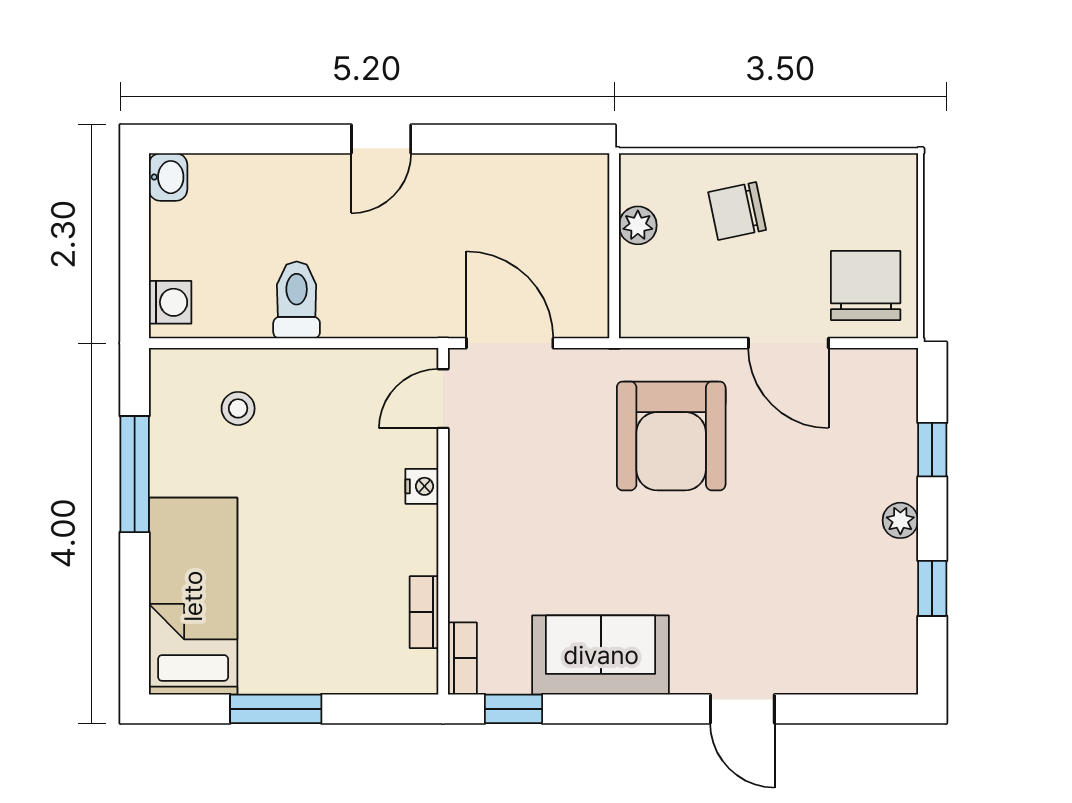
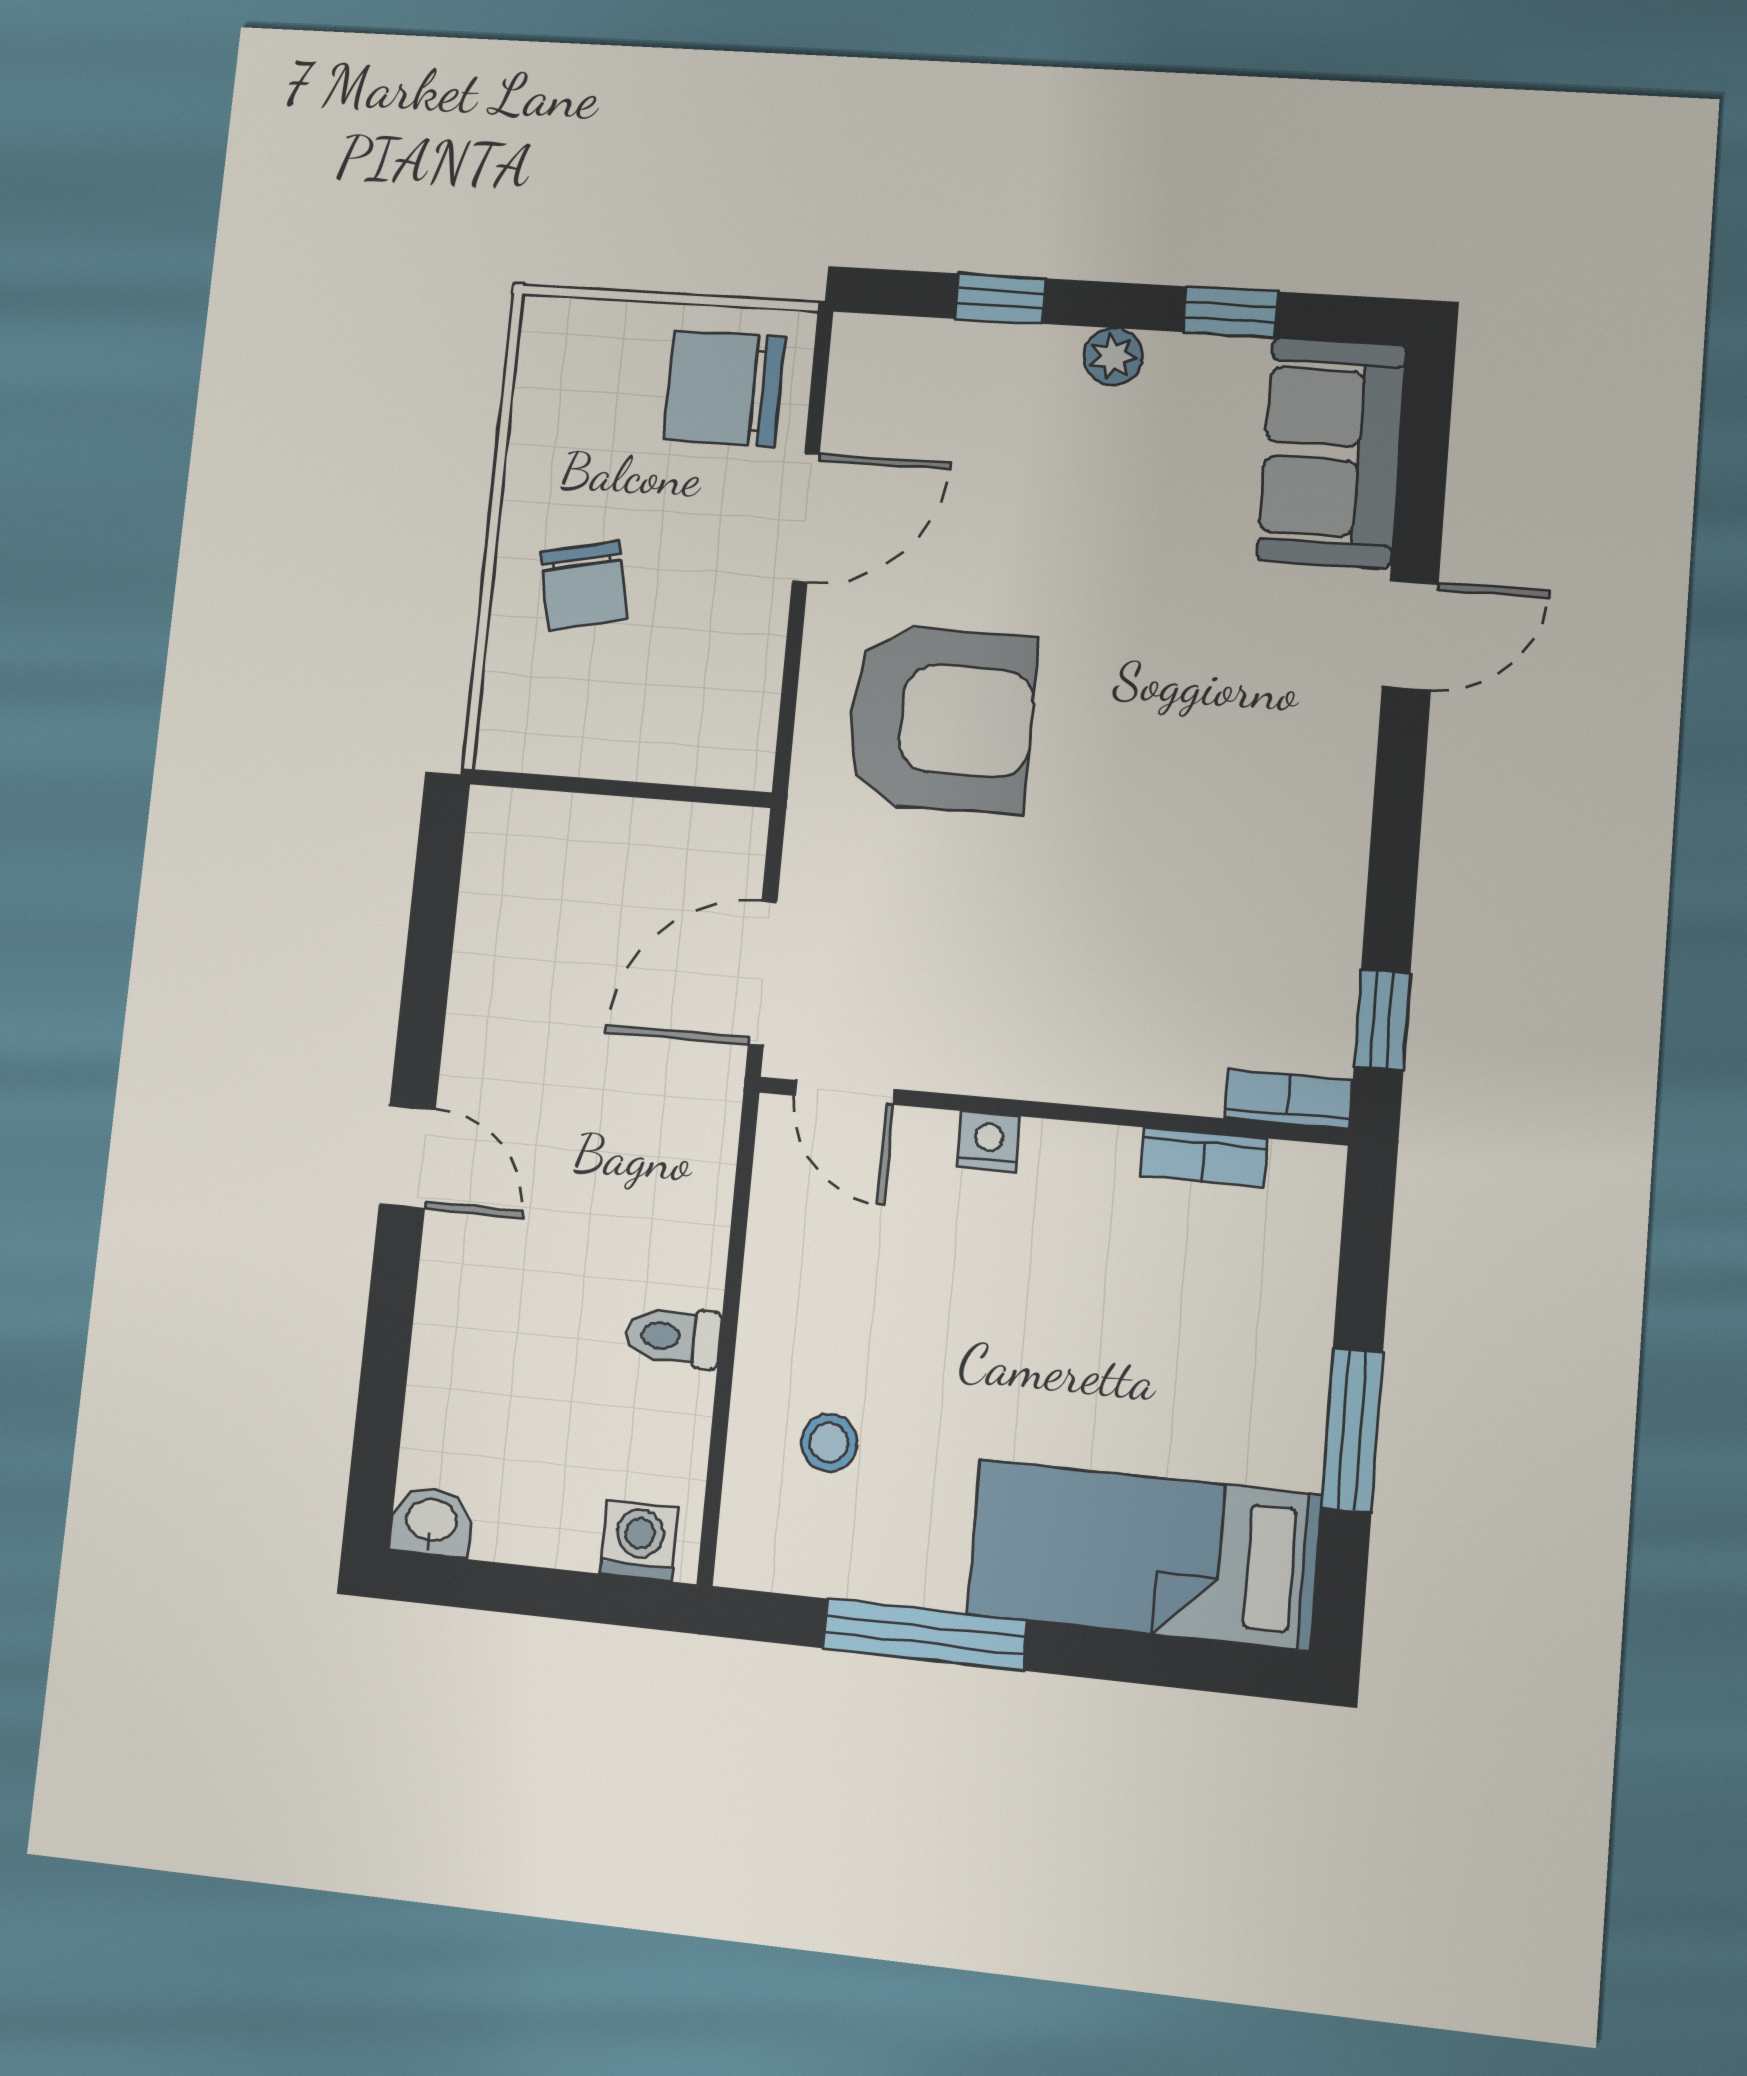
plant: (638, 225) -> (591, 747), removed
toilet: (297, 300) -> (673, 1337), width x0.73, depth x0.72
sofa: (601, 655) -> (1332, 452), moved

